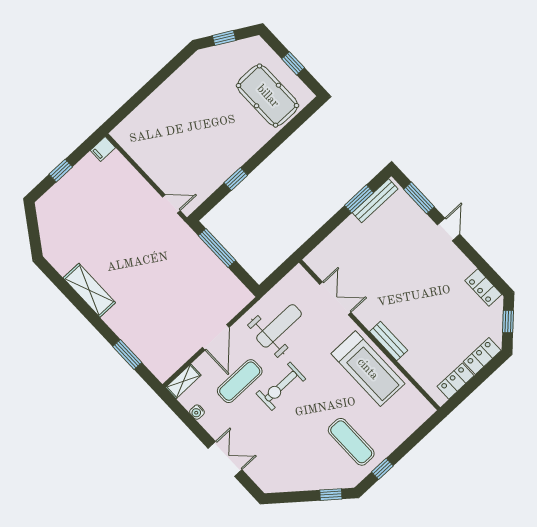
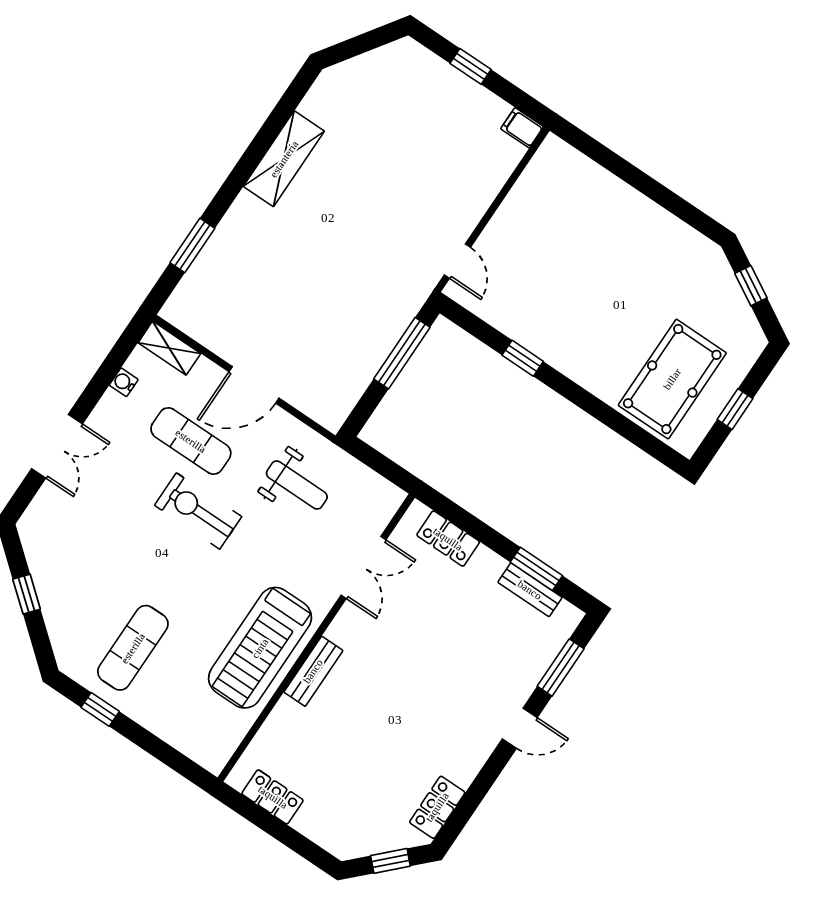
bench: (375, 201) -> (530, 590), width x0.73
weight bench: (279, 326) -> (297, 485), width x0.73, depth x0.75
locker: (482, 356) -> (448, 539), moved, turned 180
window: (331, 495) -> (27, 594), moved

